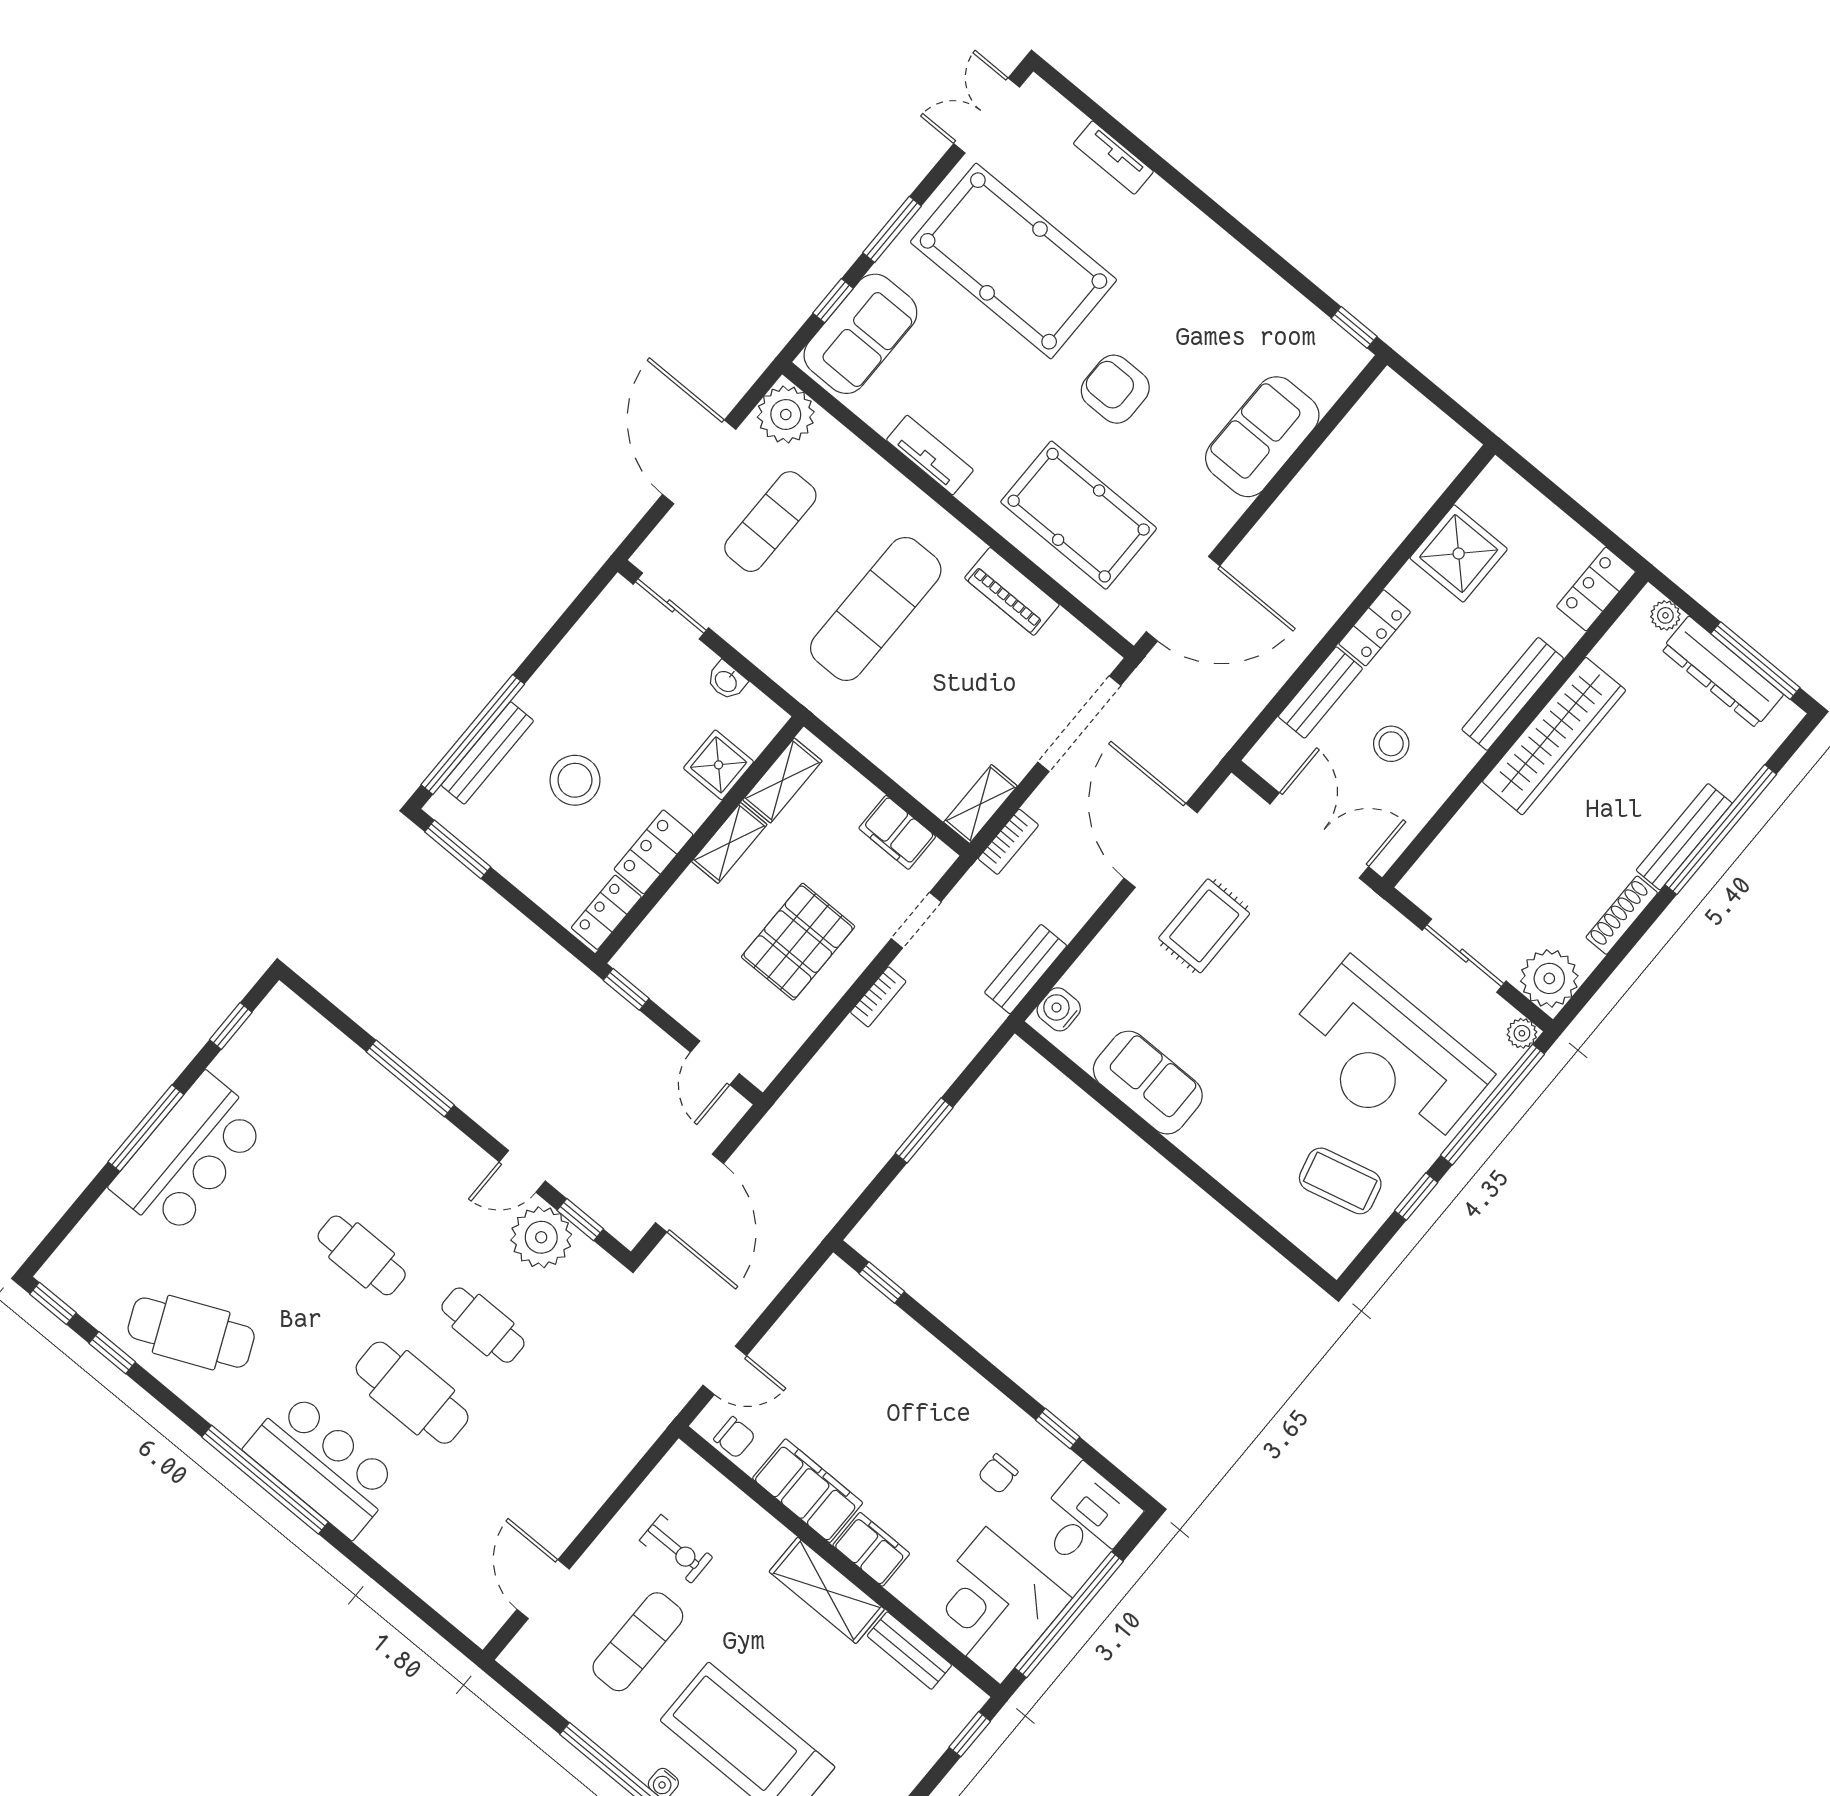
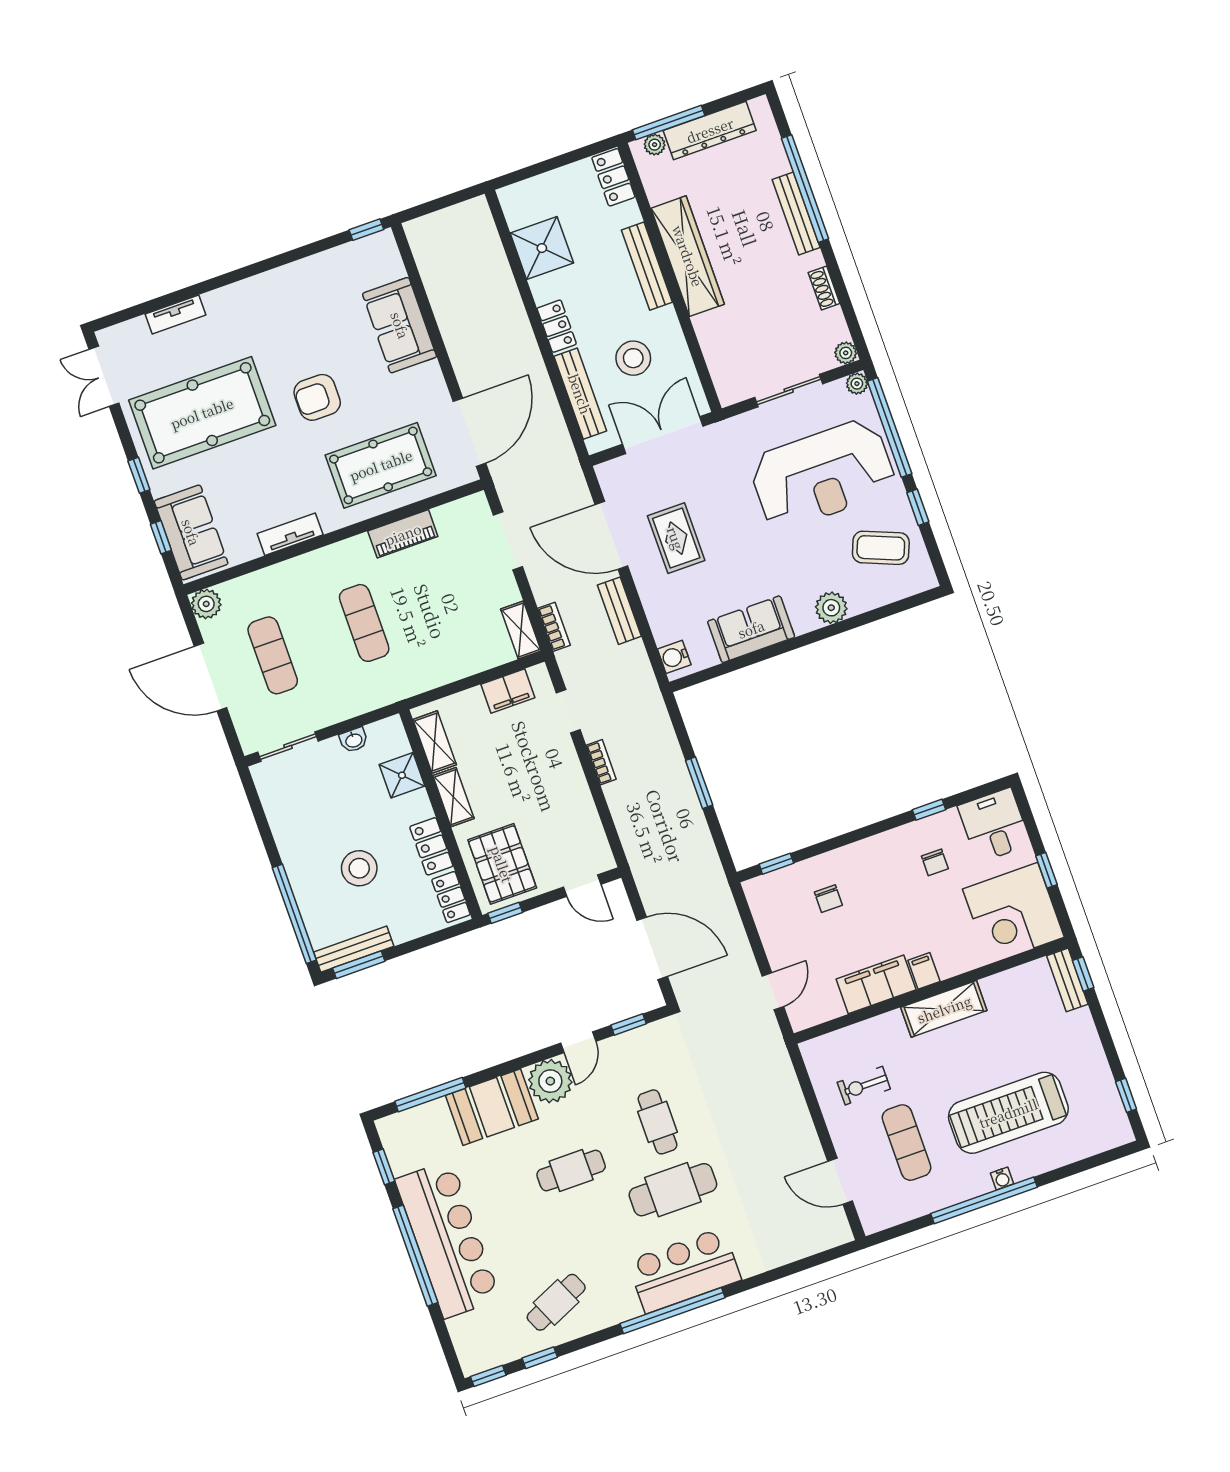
window: (892, 229) -> (139, 475), width x0.67
plant: (786, 415) -> (206, 604), width x0.73, depth x0.73
exercise mat: (876, 609) -> (364, 623), width x0.73, depth x0.69
window: (1755, 661) -> (669, 123), moved
bench: (1320, 692) -> (580, 394), width x1.36
doorway: (1079, 724) -> (508, 541), width x0.73
stool: (1391, 744) -> (633, 358), width x1.38, depth x1.38
bench: (487, 753) -> (354, 949), moved, turned 90
shoe rack: (1622, 915) -> (824, 288), width x0.70
pallet: (798, 942) -> (502, 864), moved
bench: (1026, 969) -> (619, 611), moved
plant: (1549, 978) -> (846, 353), width x0.53, depth x0.53
window: (410, 1078) -> (430, 1095), moved
booth: (381, 1114) -> (492, 1107), added
window: (146, 1128) -> (415, 1256), width x1.46
bar counter: (189, 1155) -> (448, 1239), width x1.36
plant: (1232, 1164) -> (831, 608), added
coffee table: (1340, 1181) -> (881, 548), turned 36
plant: (541, 1237) -> (550, 1081), moved
cafe table: (483, 1325) -> (658, 1122), turned 90
cafe table: (191, 1333) -> (556, 1302), width x0.73, depth x0.74
chair: (735, 1437) -> (828, 899), moved, turned 90
exercise bike: (676, 1549) -> (864, 1086), turned 180
filing cabinet: (871, 1549) -> (924, 971), width x0.50
window: (1069, 1615) -> (1046, 870), width x0.32
bench: (909, 1651) -> (1067, 980), moved, turned 90

